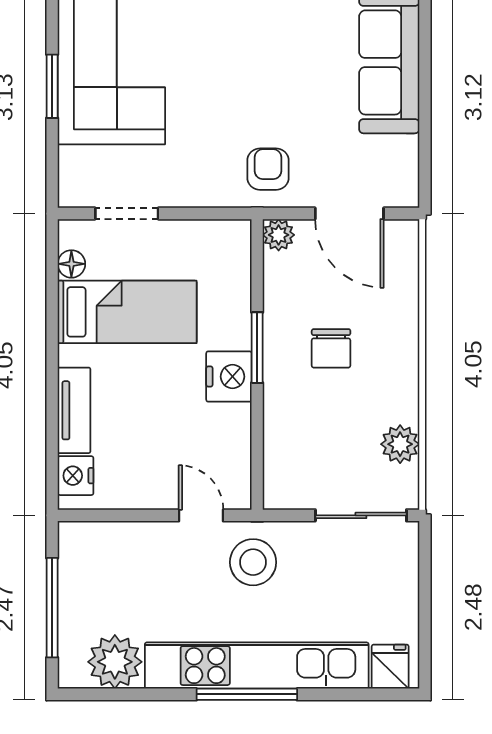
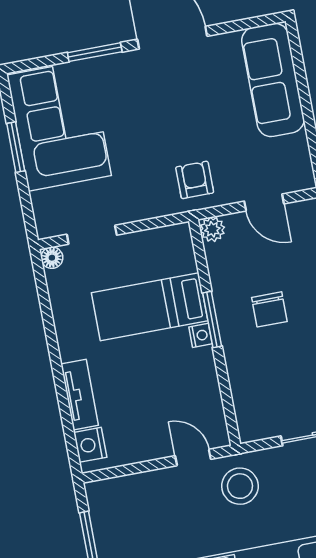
door: (349, 214) -> (264, 202), width x0.73
floor lamp: (71, 264) -> (52, 258), moved
bed: (127, 312) -> (150, 307), moved, turned 180
nightstand: (229, 377) -> (200, 335), width x0.53, depth x0.56

